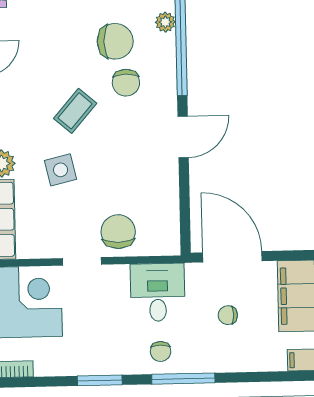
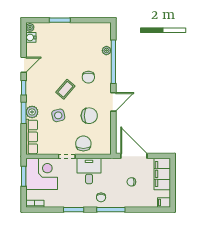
chair: (115, 41) -> (89, 116), moved
desk: (158, 292) -> (89, 171), moved

